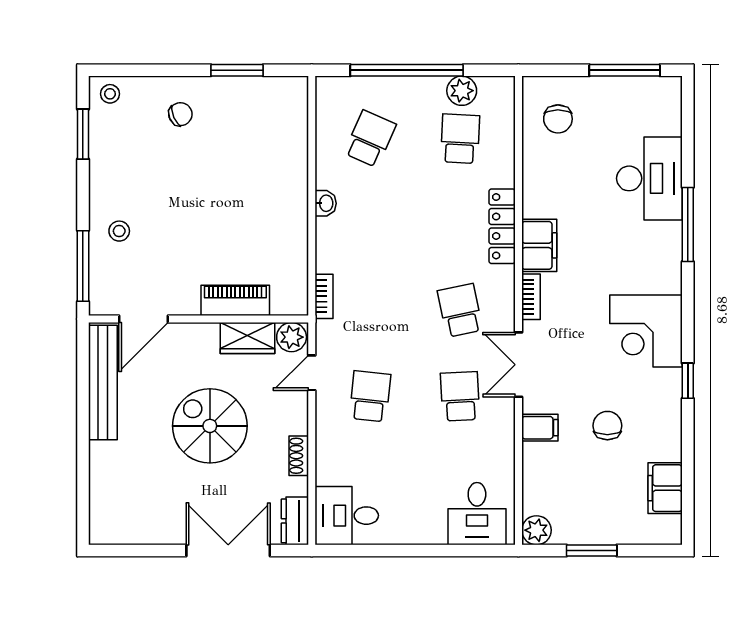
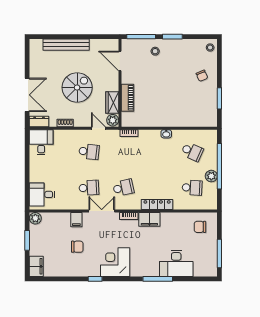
plant: (462, 91) -> (211, 176), moved
window: (83, 134) -> (172, 37), moved
bench: (103, 383) -> (66, 45), moved
filing cabinet: (665, 488) -> (36, 266), moved, turned 90

